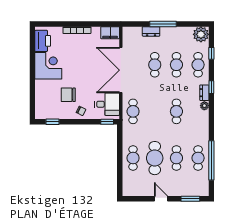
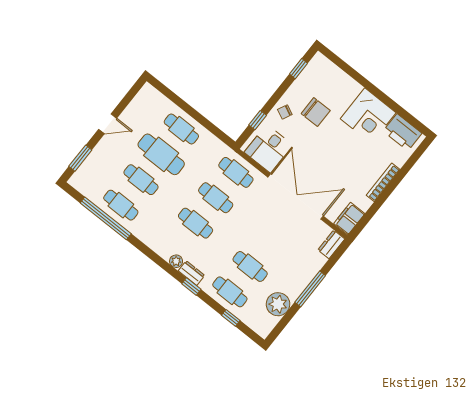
dresser: (151, 31) -> (331, 244), moved
plant: (201, 34) -> (278, 304), moved
cafe table: (155, 65) -> (216, 198), moved
chair: (68, 95) -> (316, 112), turned 90
window: (107, 122) -> (258, 120), moved

